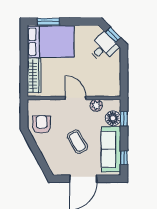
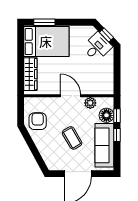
window: (124, 158) -> (117, 135), moved

